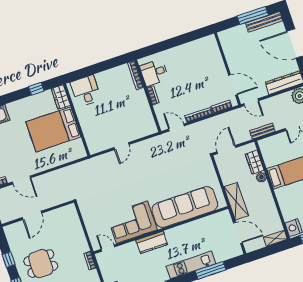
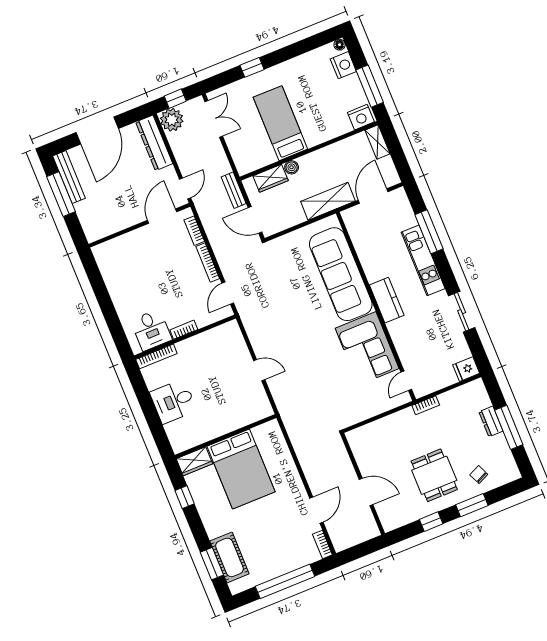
desk: (86, 91) -> (173, 401), moved
bench: (262, 131) -> (234, 190), moved
kitchen counter: (152, 242) -> (387, 300), moved

